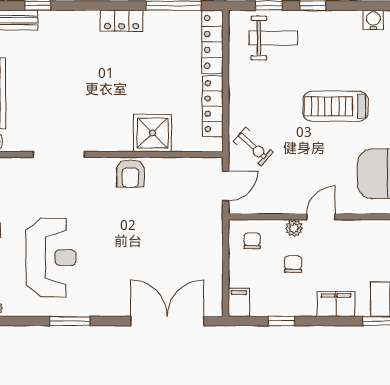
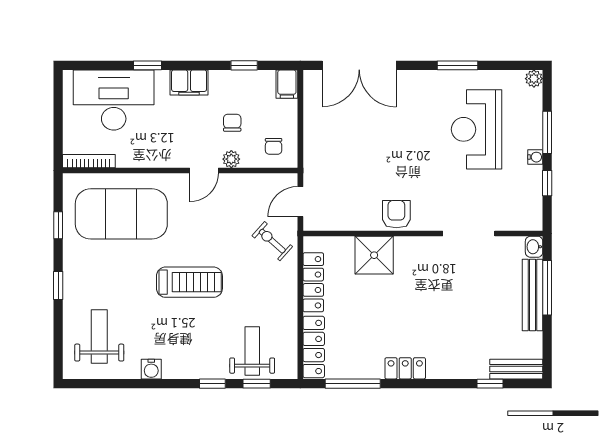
weight bench: (273, 38) -> (252, 351), turned 90
chair: (293, 264) -> (232, 123), turned 180

